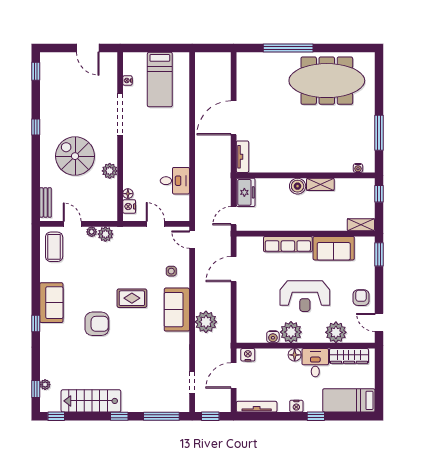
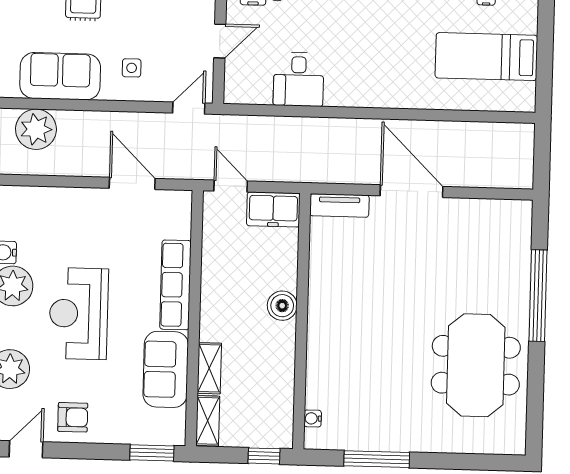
meeting table: (327, 81) -> (476, 365), width x0.73
shelving: (320, 184) -> (209, 368), moved

